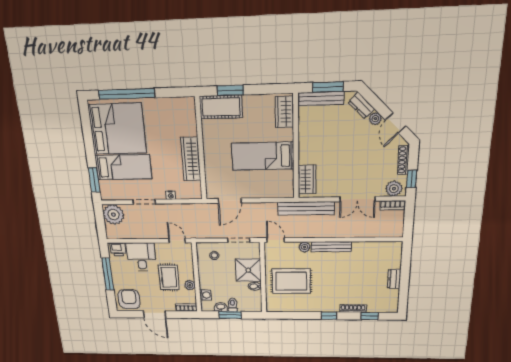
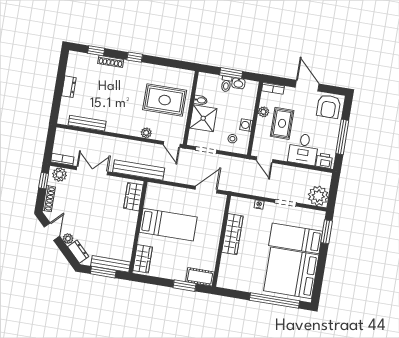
cot: (221, 107) -> (200, 277), width x0.73, depth x0.75
bench: (331, 247) -> (87, 123), moved
washing machine: (206, 295) -> (246, 125), moved

